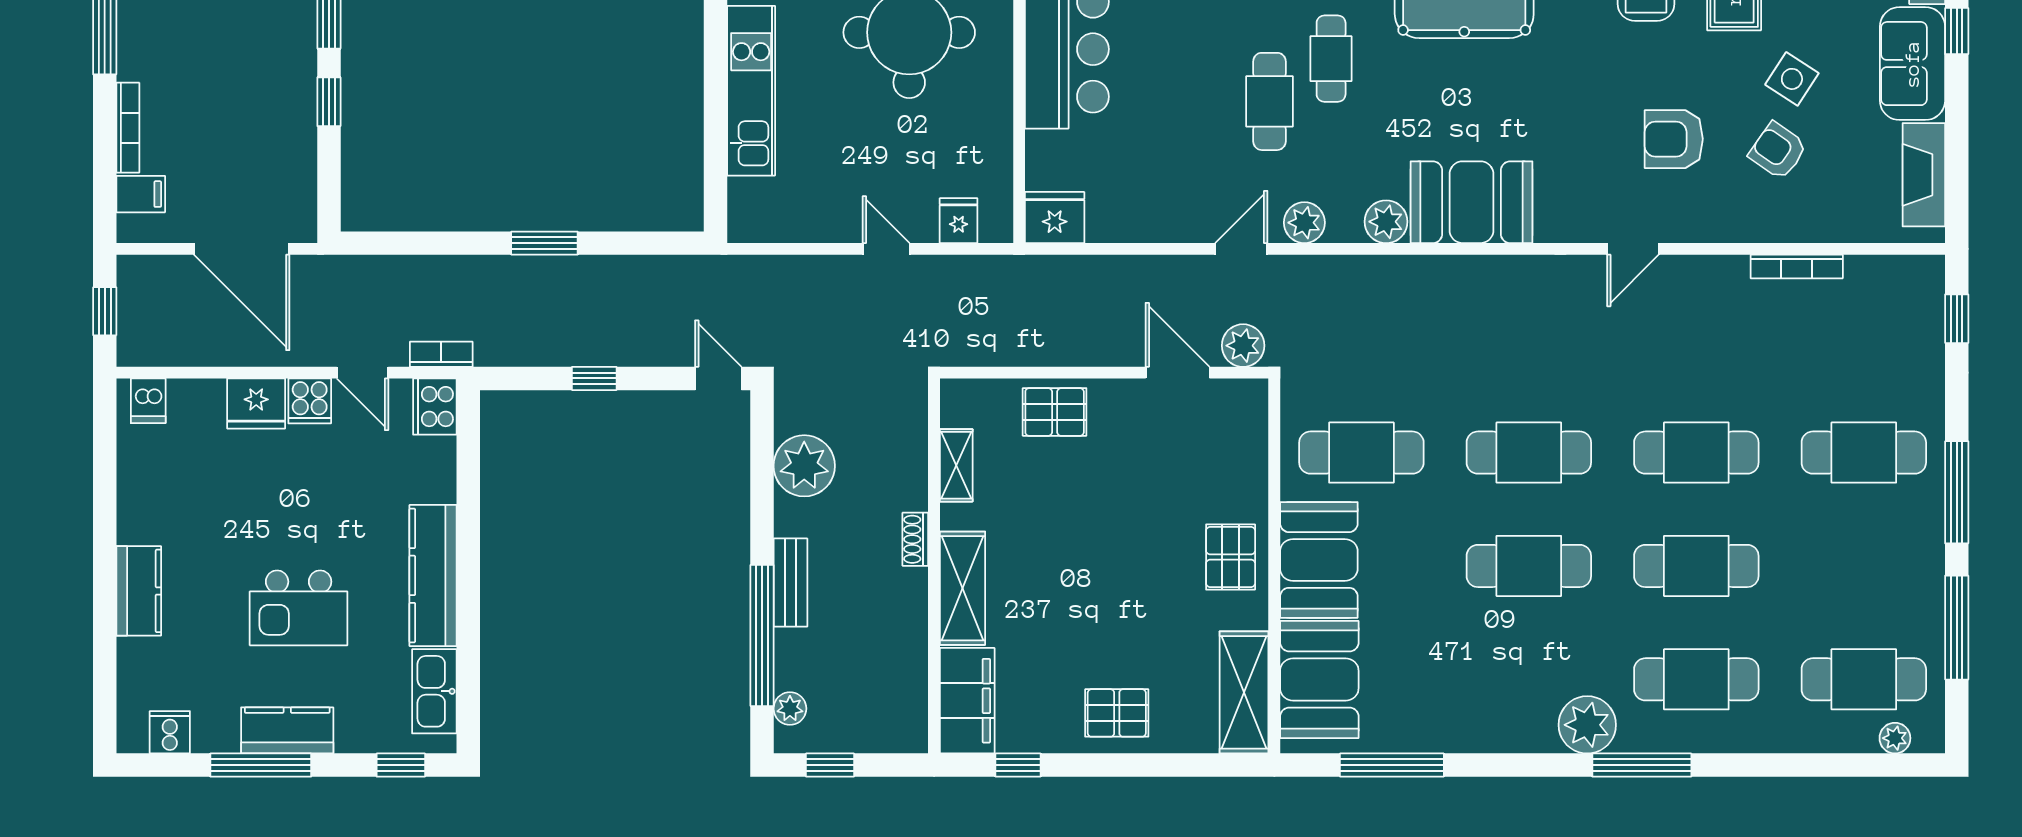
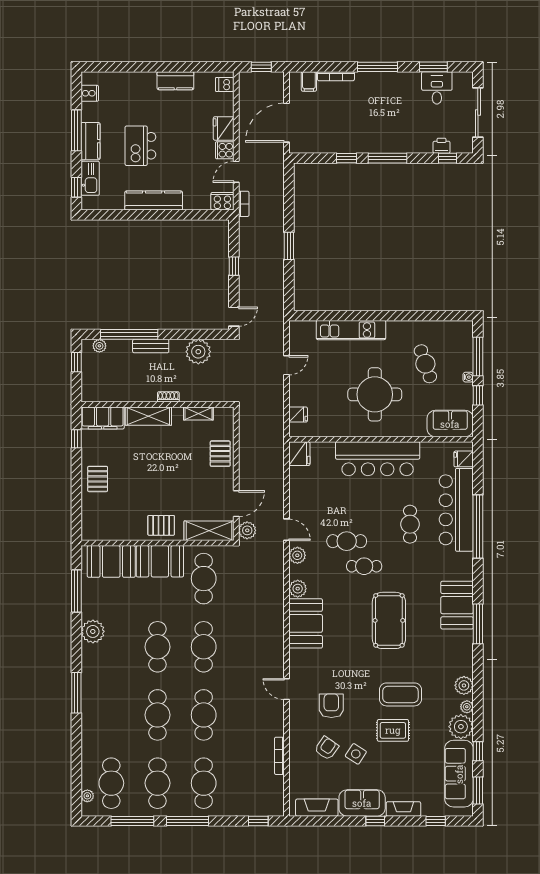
door: (886, 249) -> (287, 365), moved
kitchen counter: (139, 591) -> (175, 81), moved
cafe table: (1696, 679) -> (157, 783), moved
kitchen sink: (434, 691) -> (90, 178), moved, turned 90
shelving: (1244, 692) -> (209, 531), moved
plant: (1587, 725) -> (93, 631), moved

